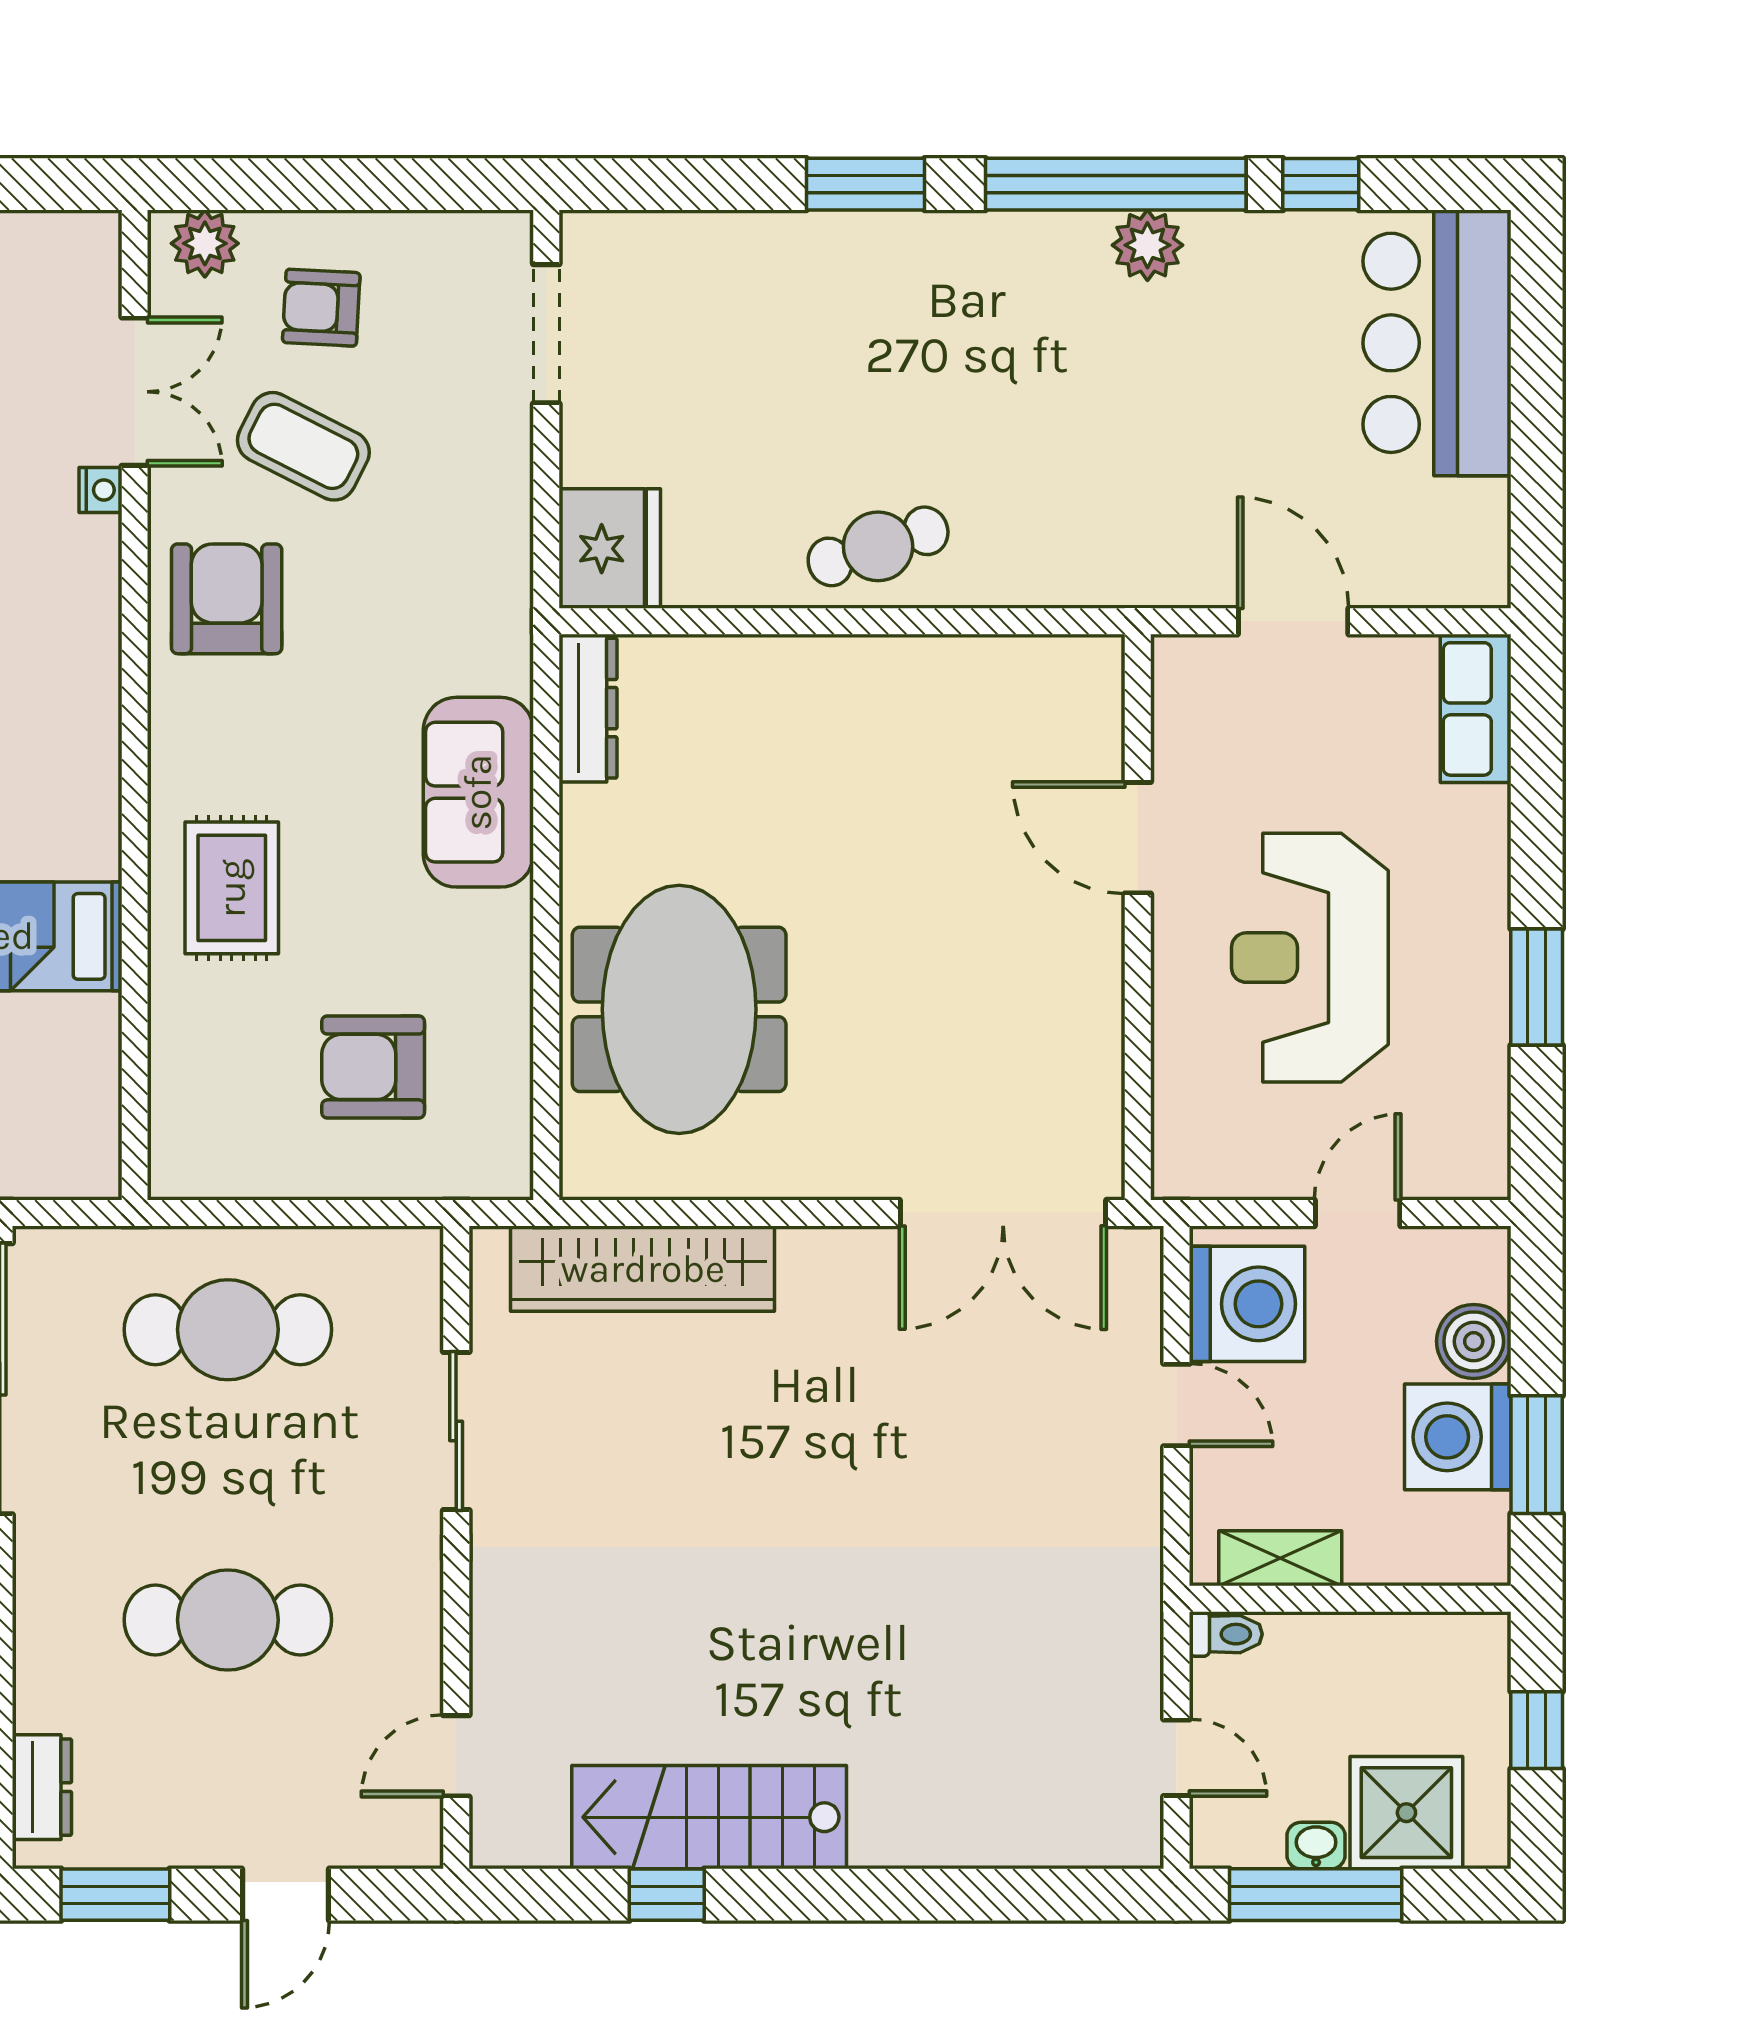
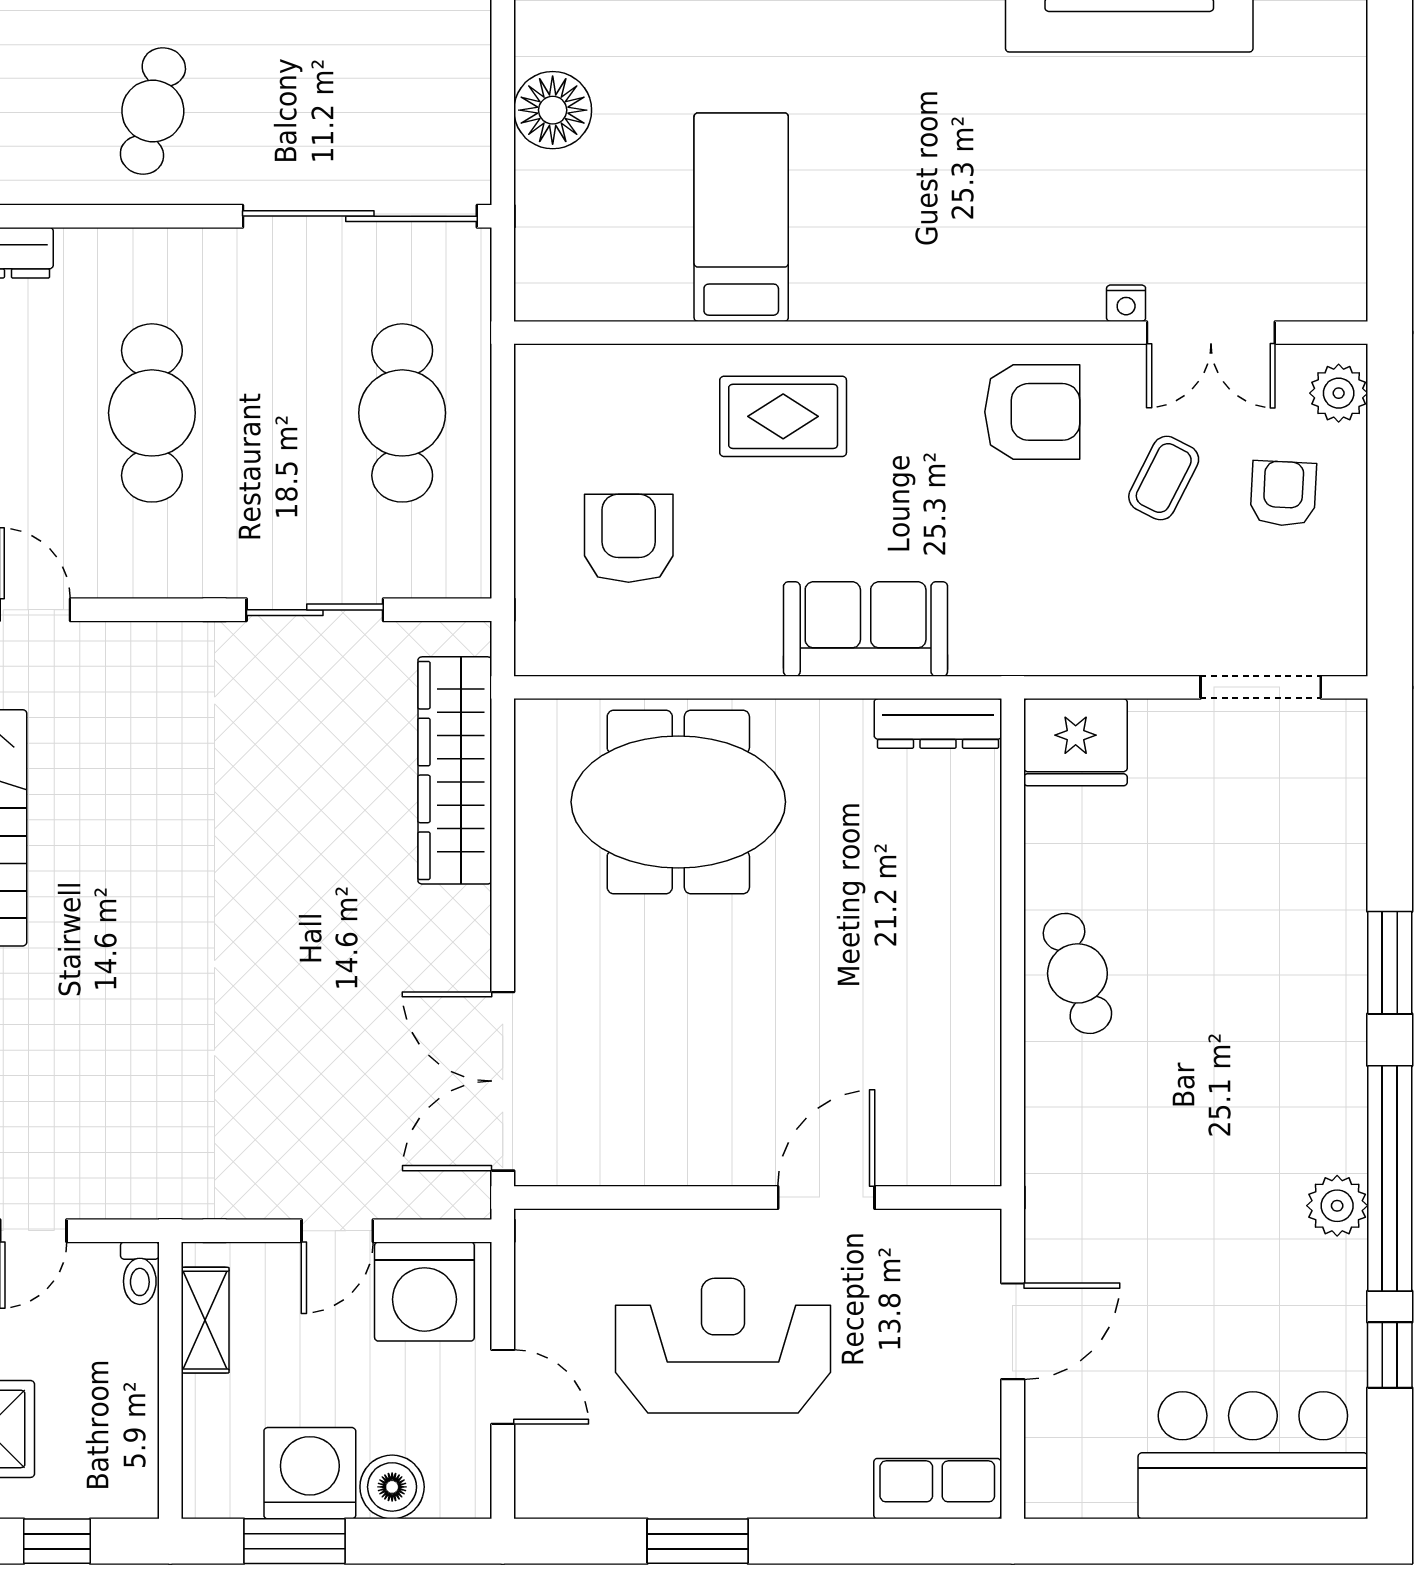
coffee table: (303, 446) -> (1164, 478), width x0.73, depth x0.77

